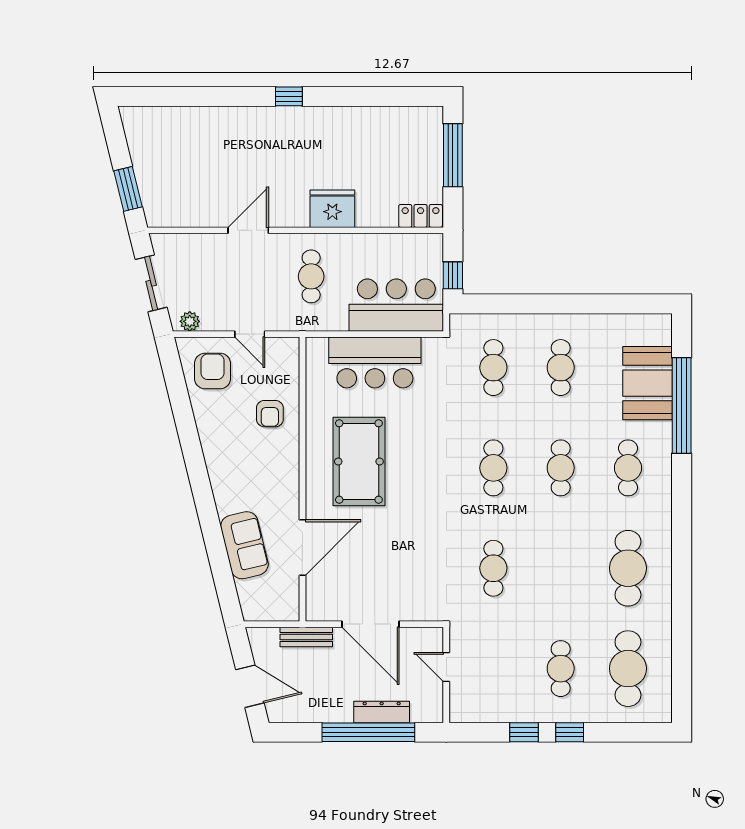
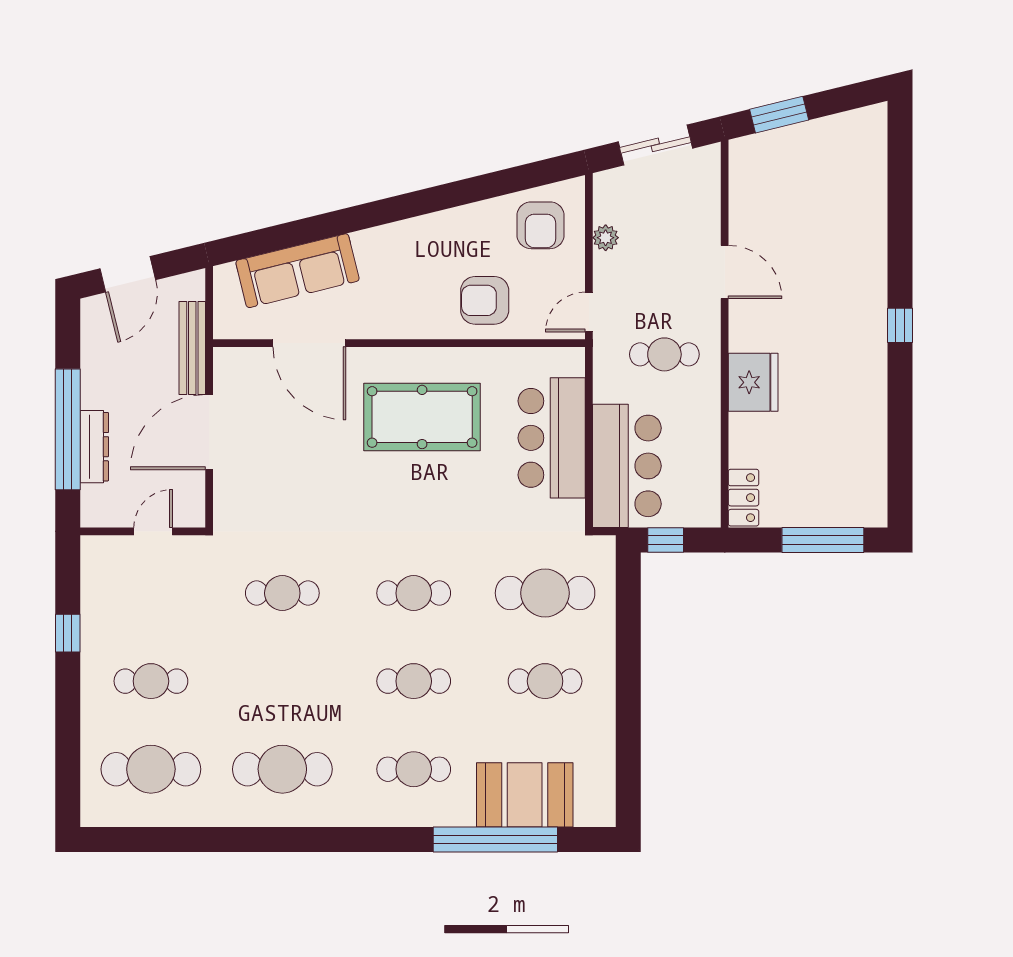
plant: (190, 321) -> (606, 238), moved
door: (250, 334) -> (589, 312), moved
cafe table: (493, 368) -> (545, 593), width x1.37, depth x1.35
armchair: (213, 371) -> (541, 225), turned 90
armchair: (270, 414) -> (485, 300), width x1.38, depth x1.38
sofa: (244, 545) -> (297, 271), width x1.36
bench: (306, 637) -> (192, 348), width x1.36
window: (570, 732) -> (68, 693), removed

